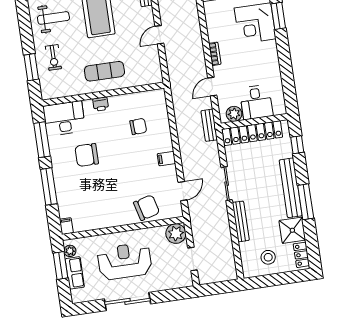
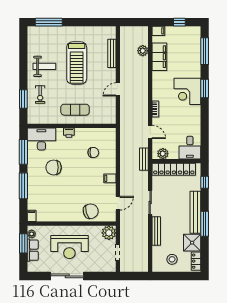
door: (212, 87) -> (150, 132), swing flipped
desk: (256, 102) -> (190, 148), moved
reception desk: (125, 261) -> (69, 247), turned 180

